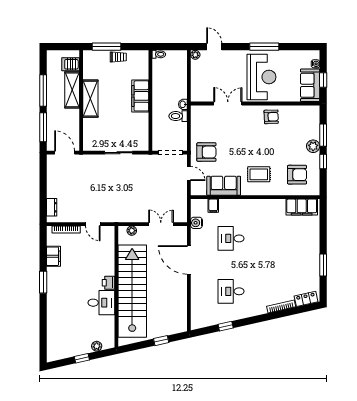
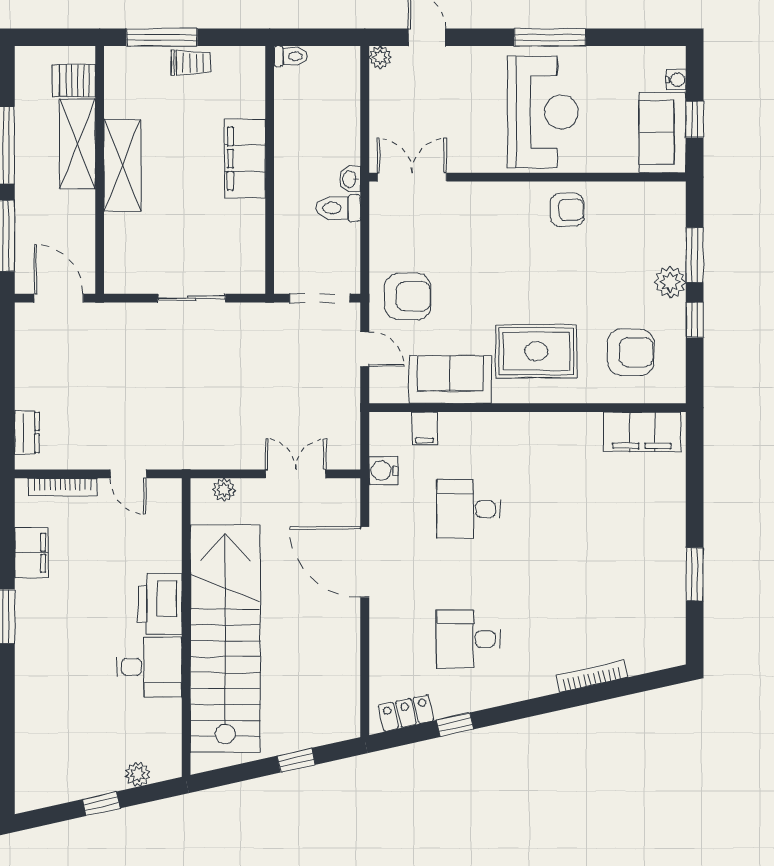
double door: (228, 103) -> (412, 177), moved
rug: (259, 174) -> (536, 351), width x1.36, depth x1.43
printer: (109, 283) -> (160, 604), width x1.87, depth x1.48
locker: (306, 299) -> (406, 713), moved

